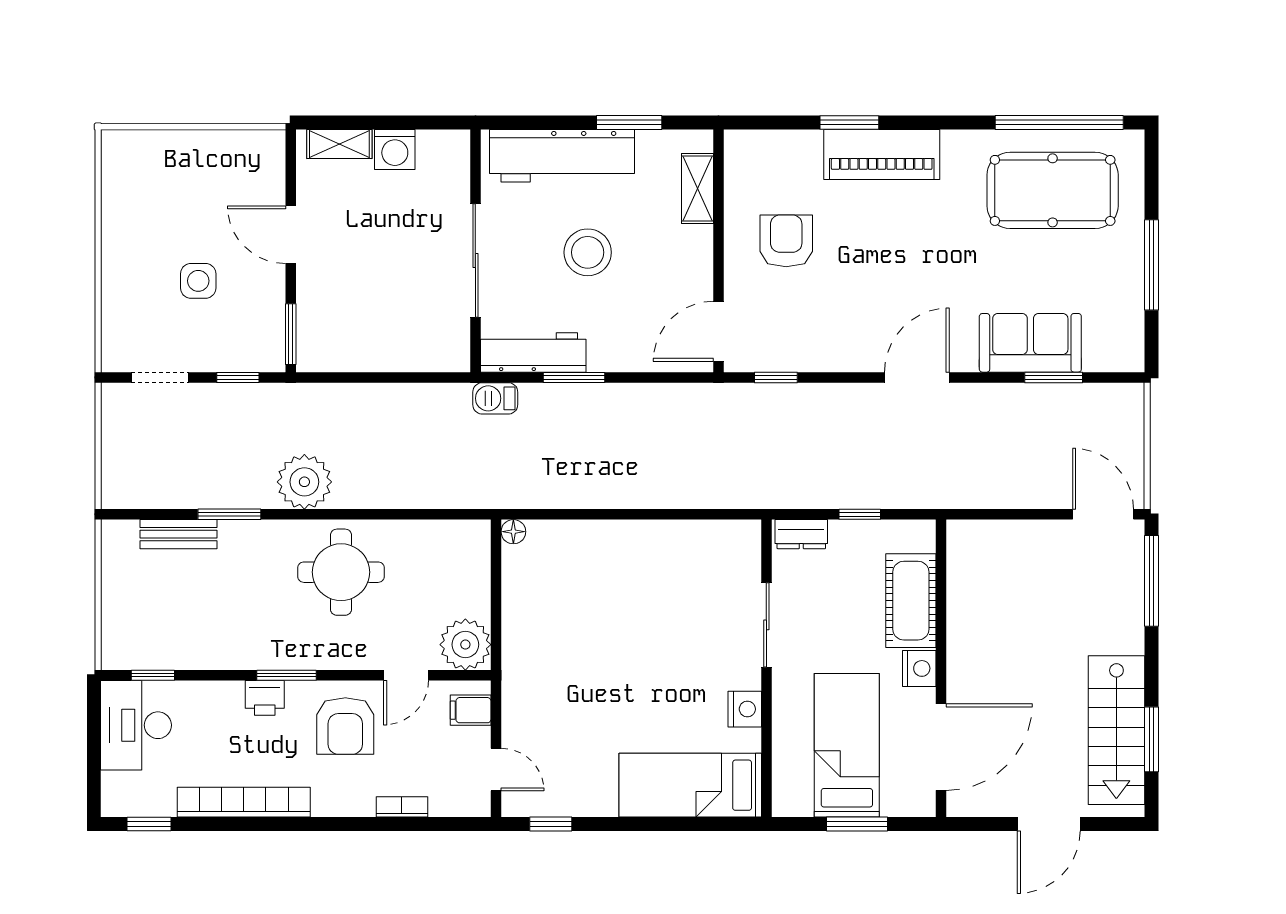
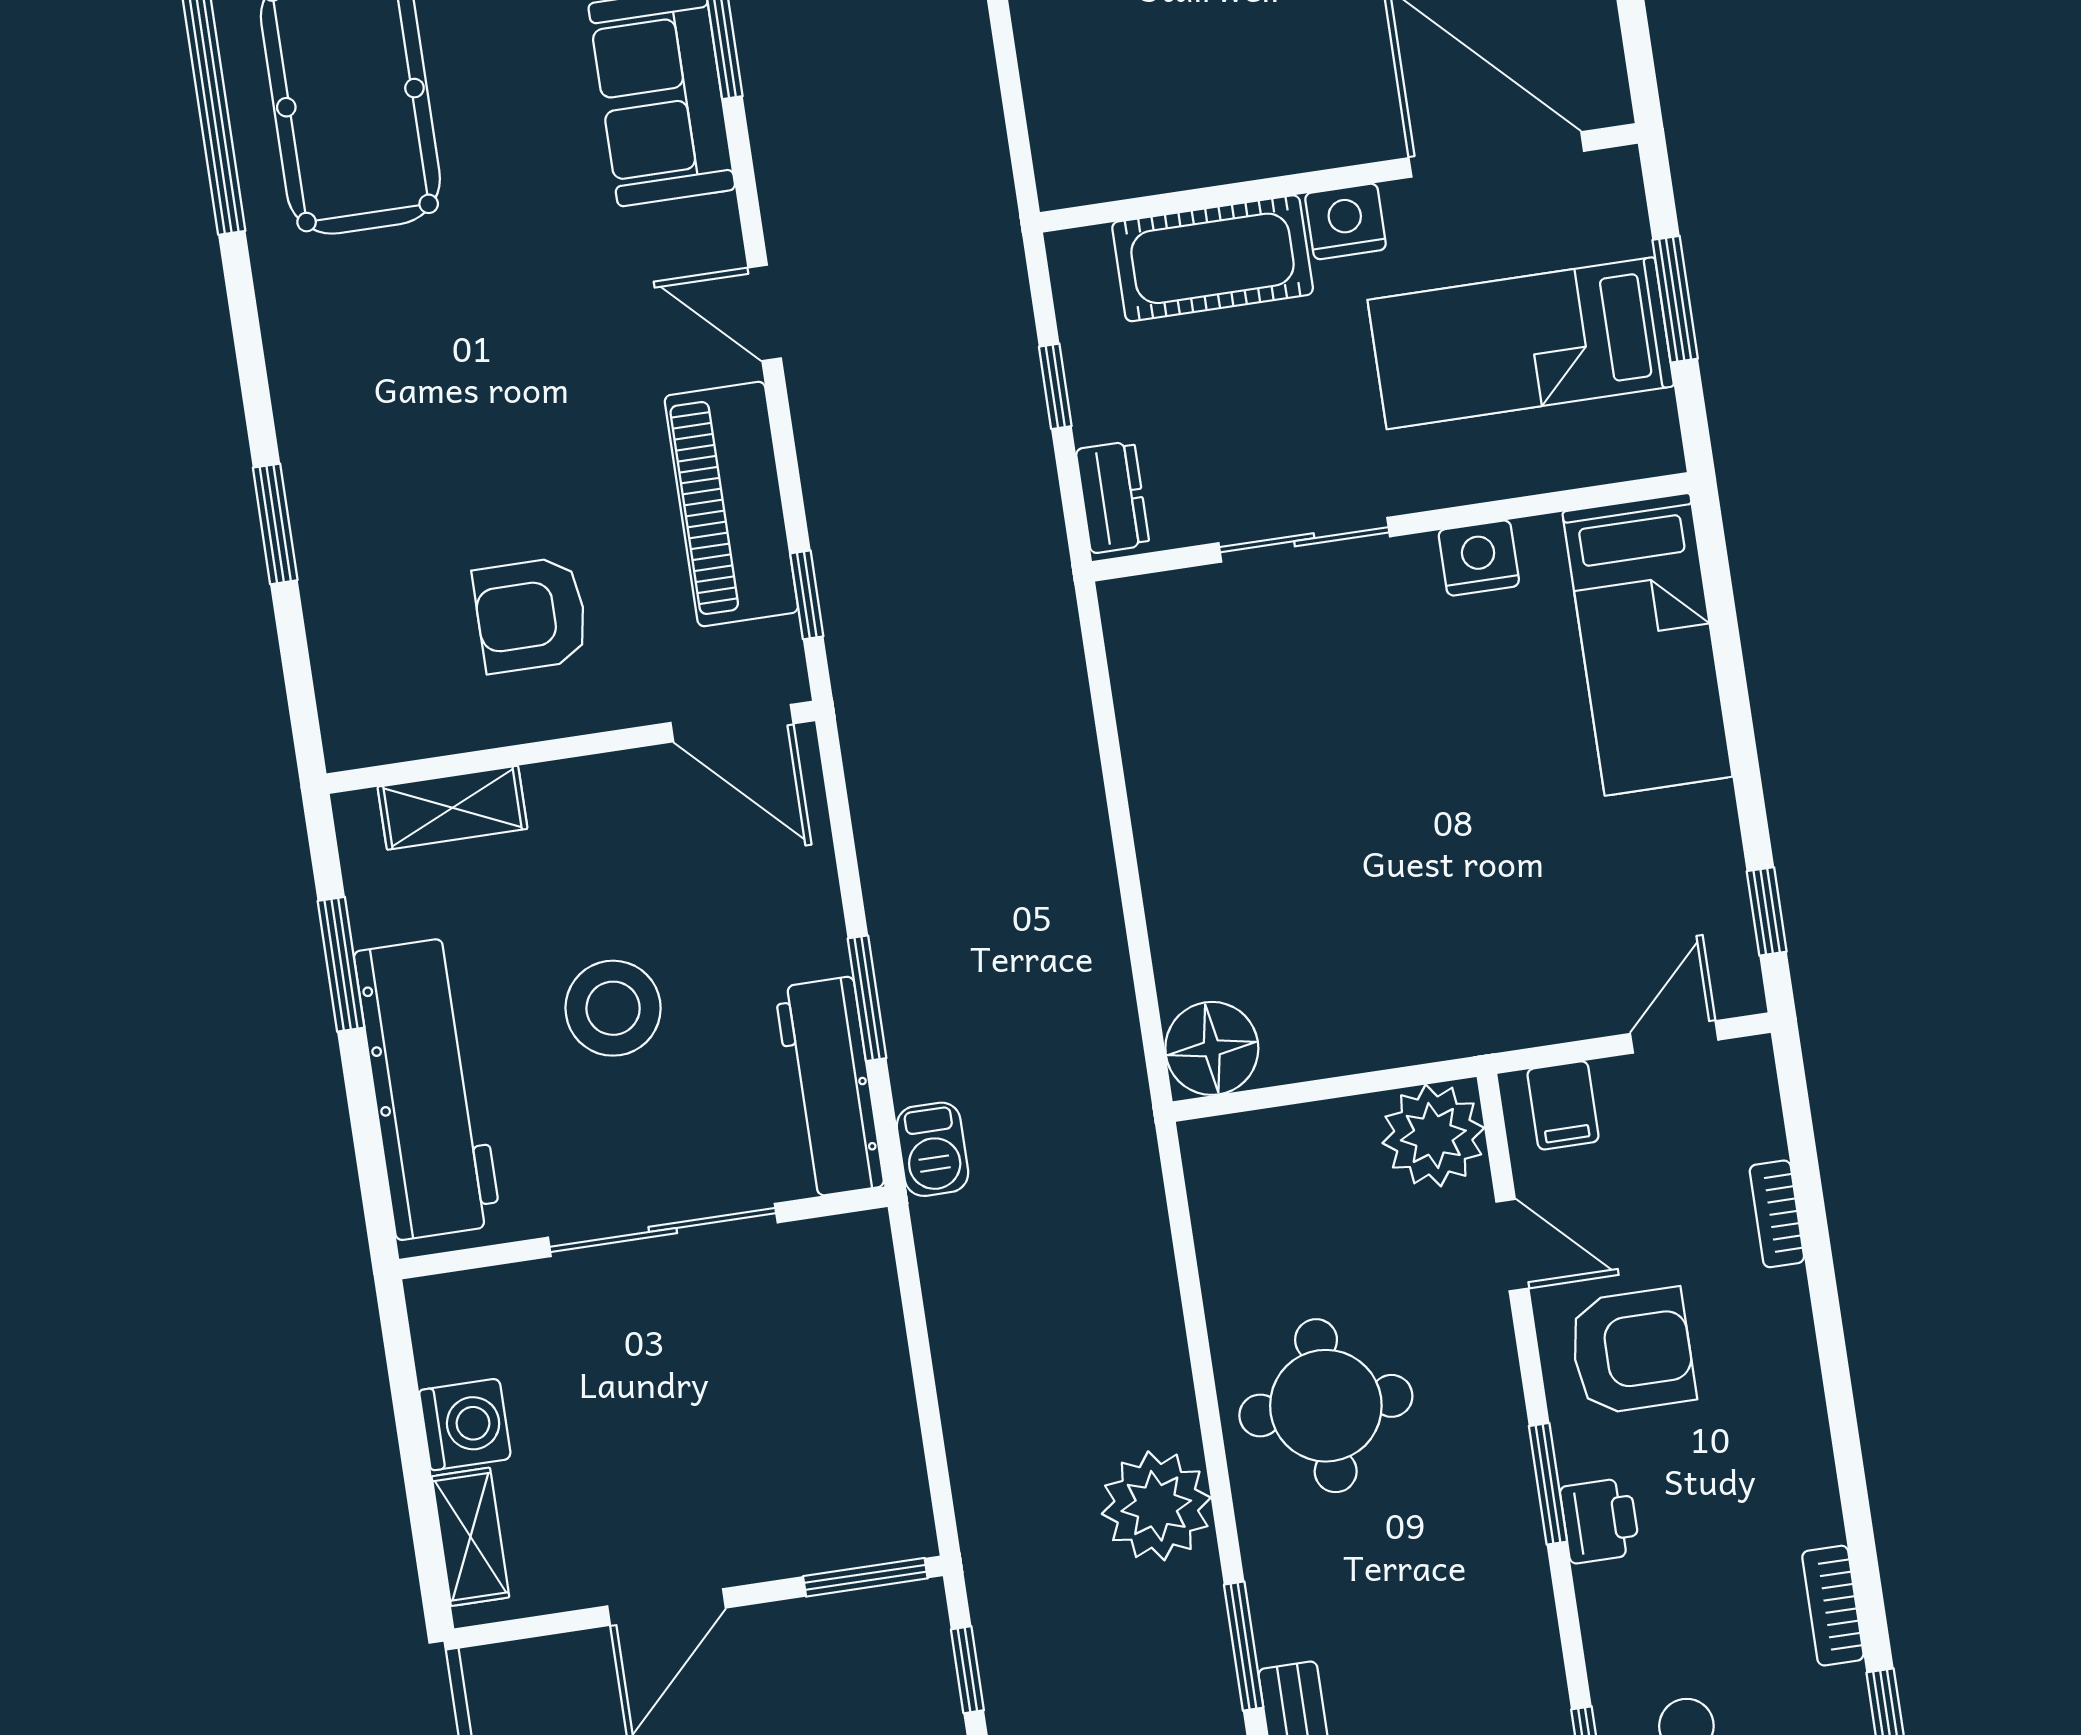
piano: (882, 154) -> (731, 504), moved, turned 180
door: (917, 377) -> (765, 313), width x0.73
floor lamp: (513, 532) -> (1212, 1048), width x1.89, depth x1.89
bookcase: (244, 802) -> (1833, 1606), width x0.43, depth x0.76

